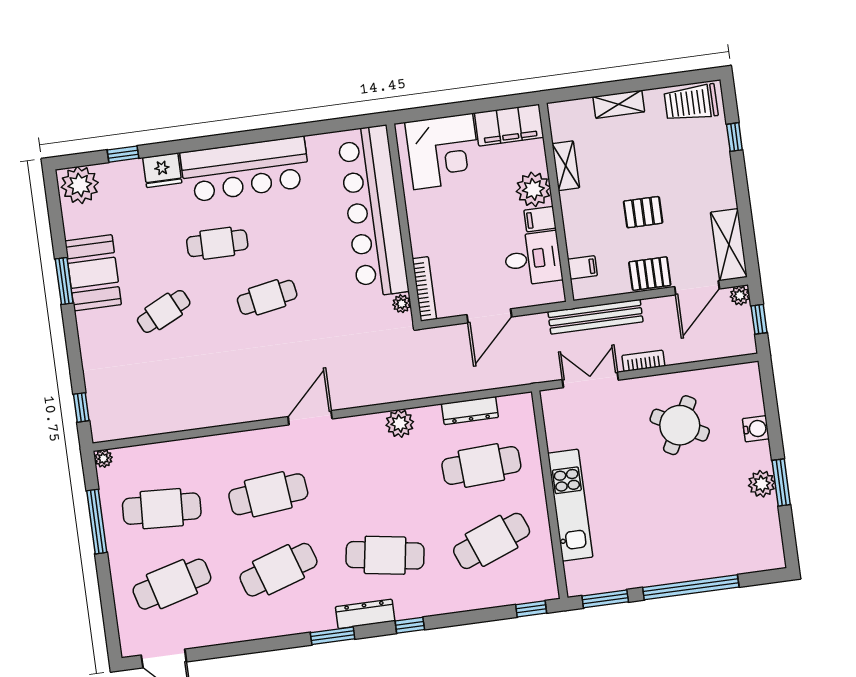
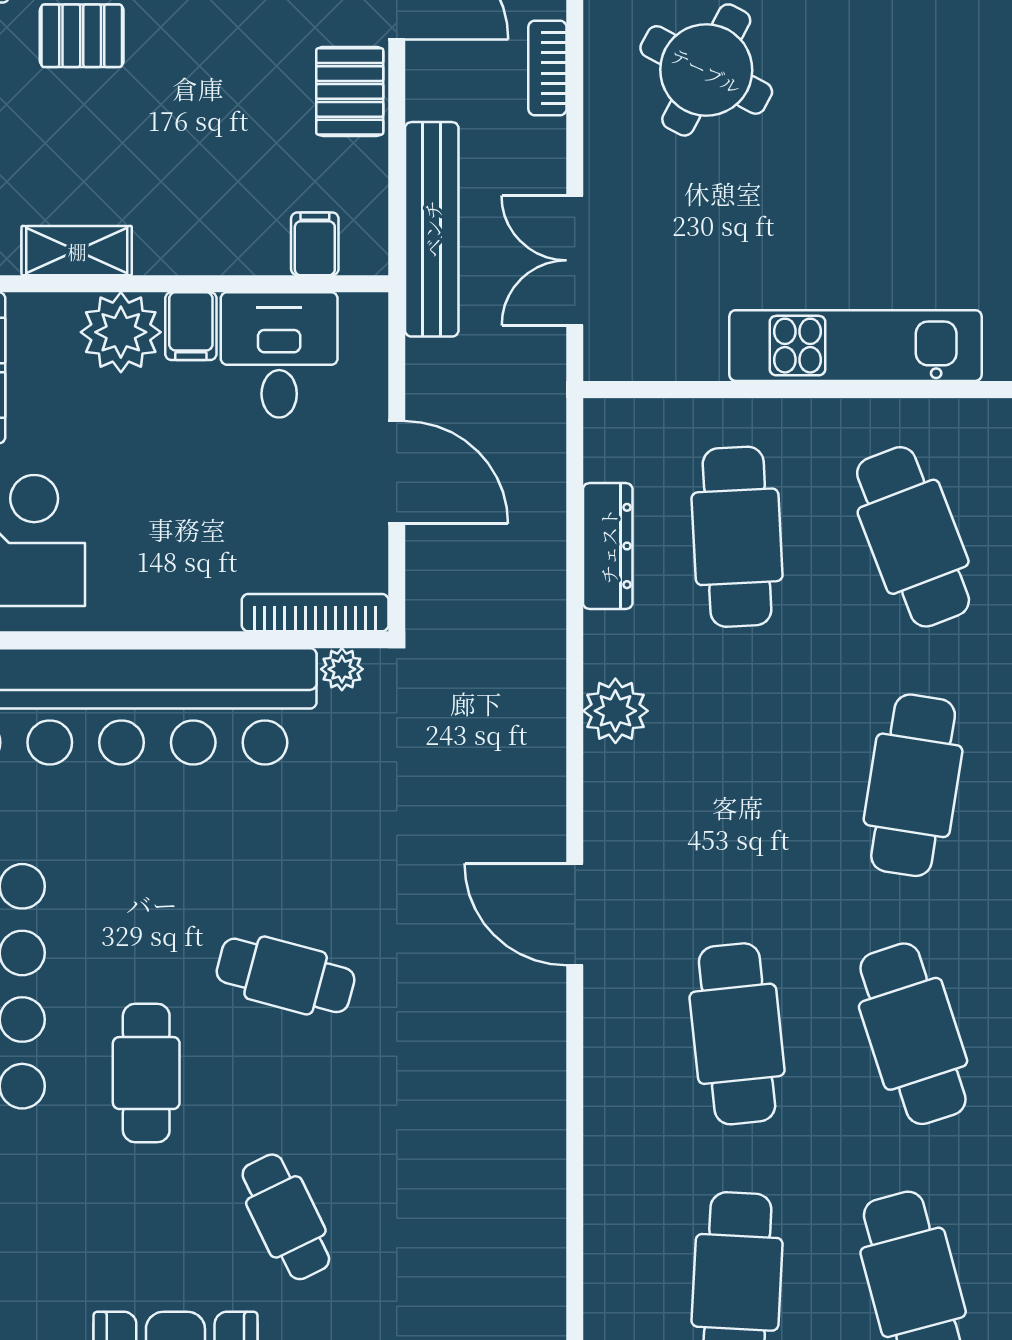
pallet: (643, 212) -> (82, 36), moved, turned 90
cafe table: (267, 297) -> (286, 975), turned -65
bookcase: (643, 361) -> (547, 68), moved

